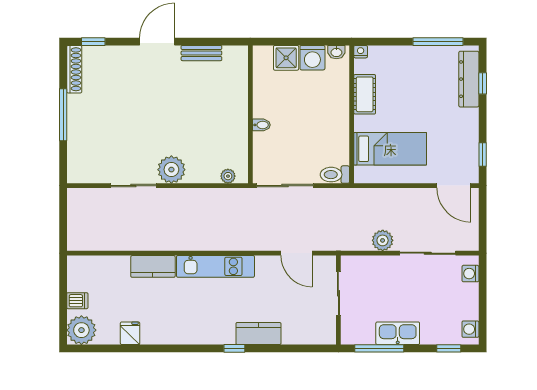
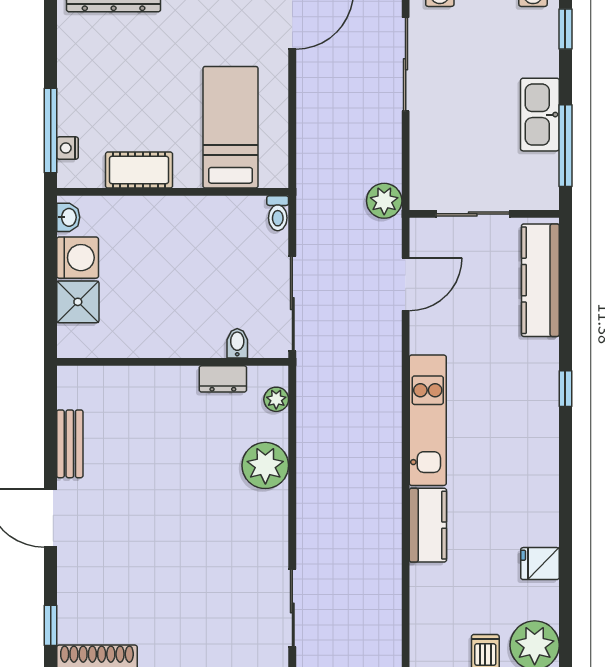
window: (438, 42) -> (51, 130), moved
nightstand: (361, 52) -> (67, 148), moved
bidet: (261, 125) -> (237, 343), moved
dresser: (240, 144) -> (223, 379), added
plant: (171, 170) -> (265, 465), moved
toilet: (335, 175) -> (278, 213), width x0.73, depth x0.72
sliding door: (133, 186) -> (292, 608), moved
plant: (383, 240) -> (384, 201), moved
kitchen counter: (258, 334) -> (540, 280), moved, width x1.50

